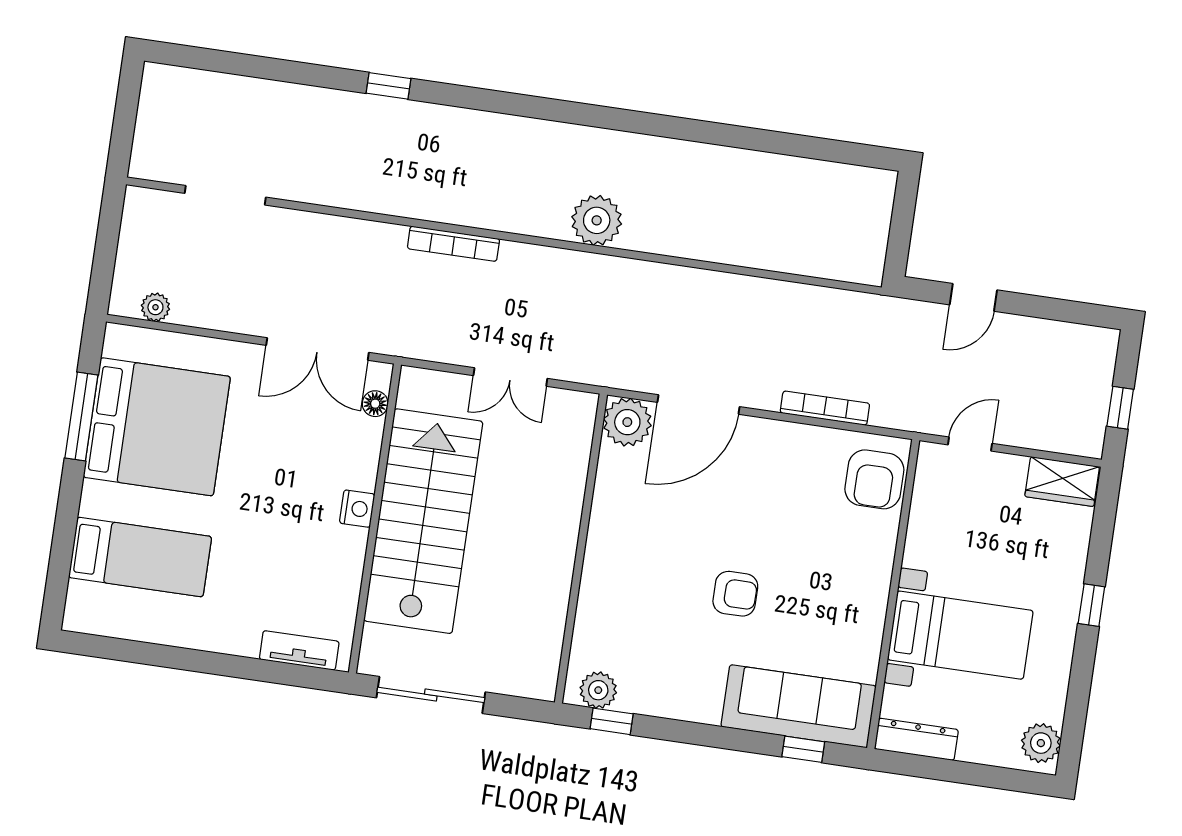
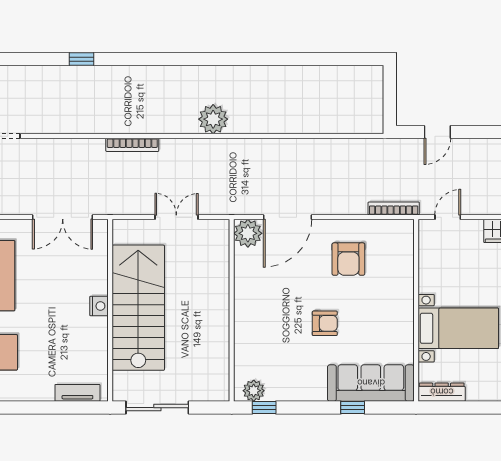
double door: (510, 377) -> (176, 217), swing flipped
floor lamp: (375, 404) -> (101, 244), removed
bookcase: (825, 408) -> (394, 208), moved
armchair: (874, 479) -> (348, 259), moved
window: (803, 749) -> (353, 408), moved

